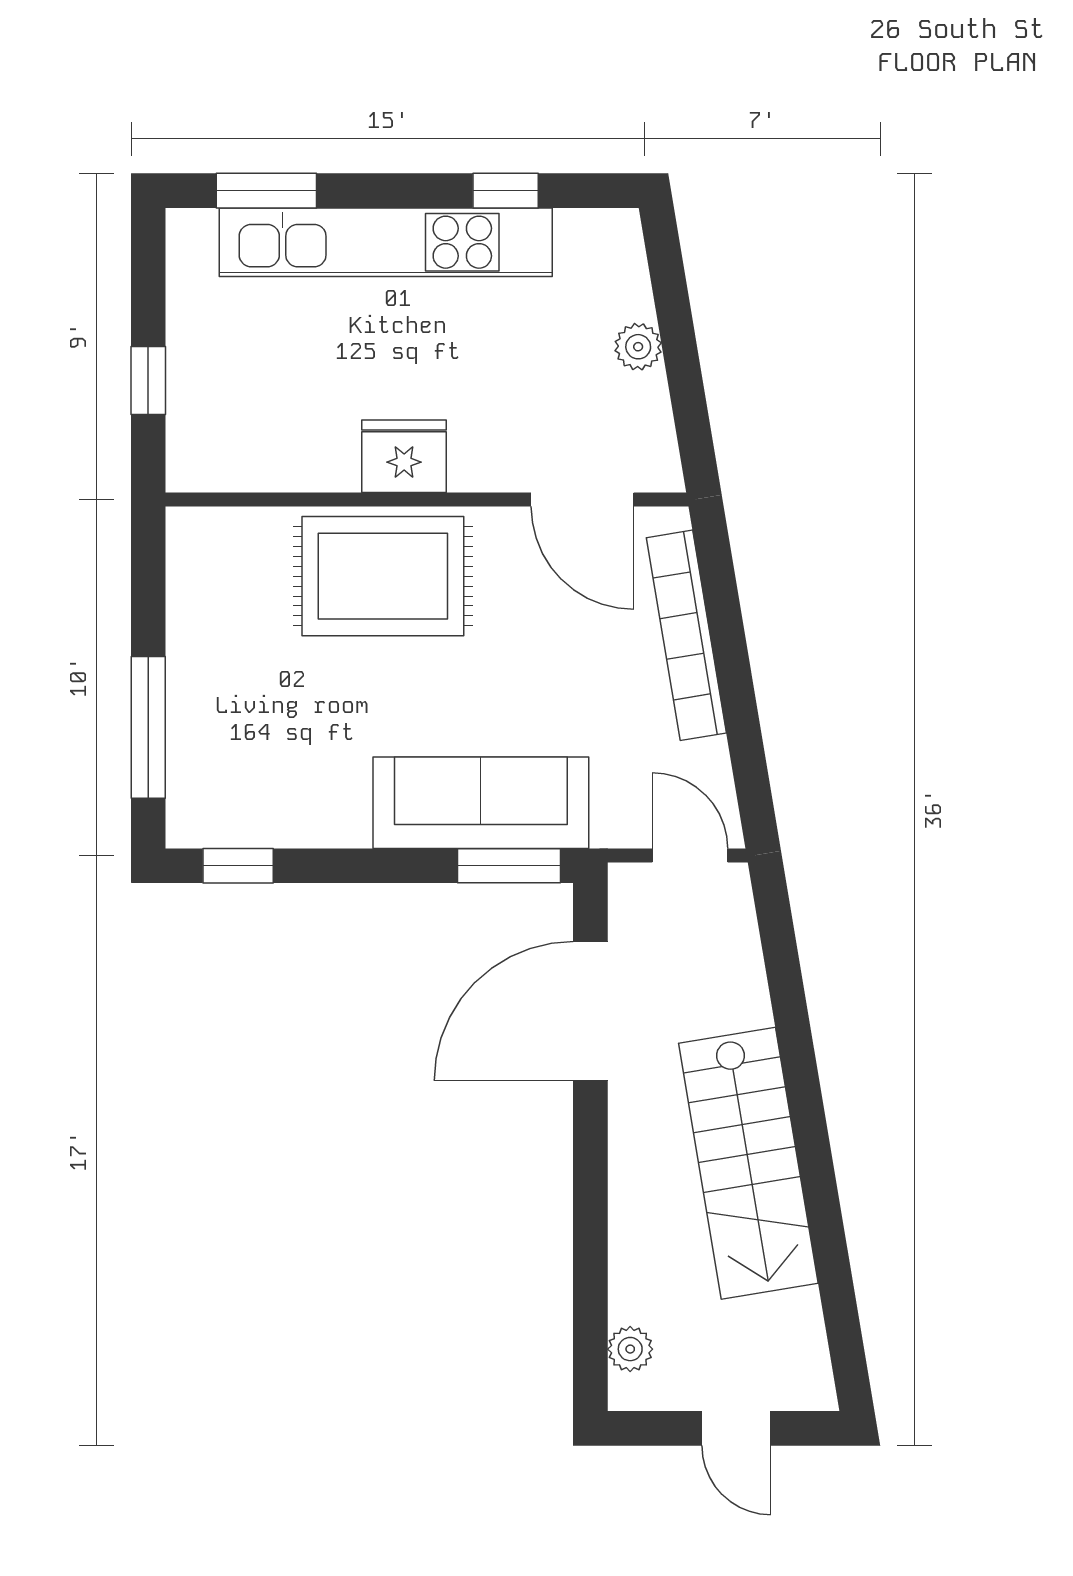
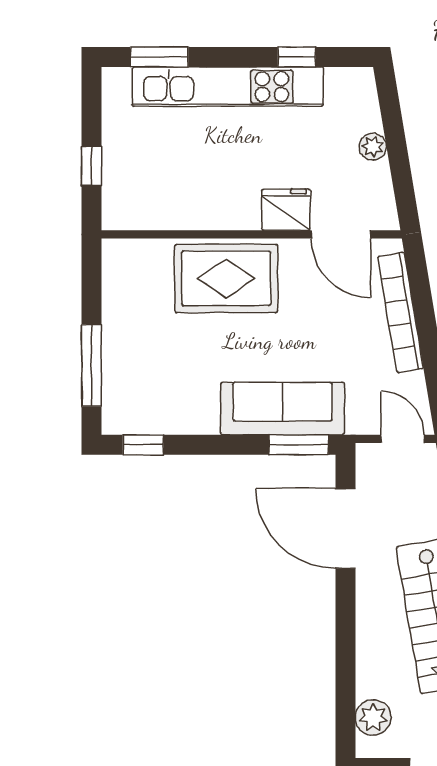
fridge: (404, 456) -> (286, 210), moved
door: (590, 1011) -> (345, 528), hinge flipped
plant: (630, 1349) -> (373, 718), width x1.38, depth x1.38

